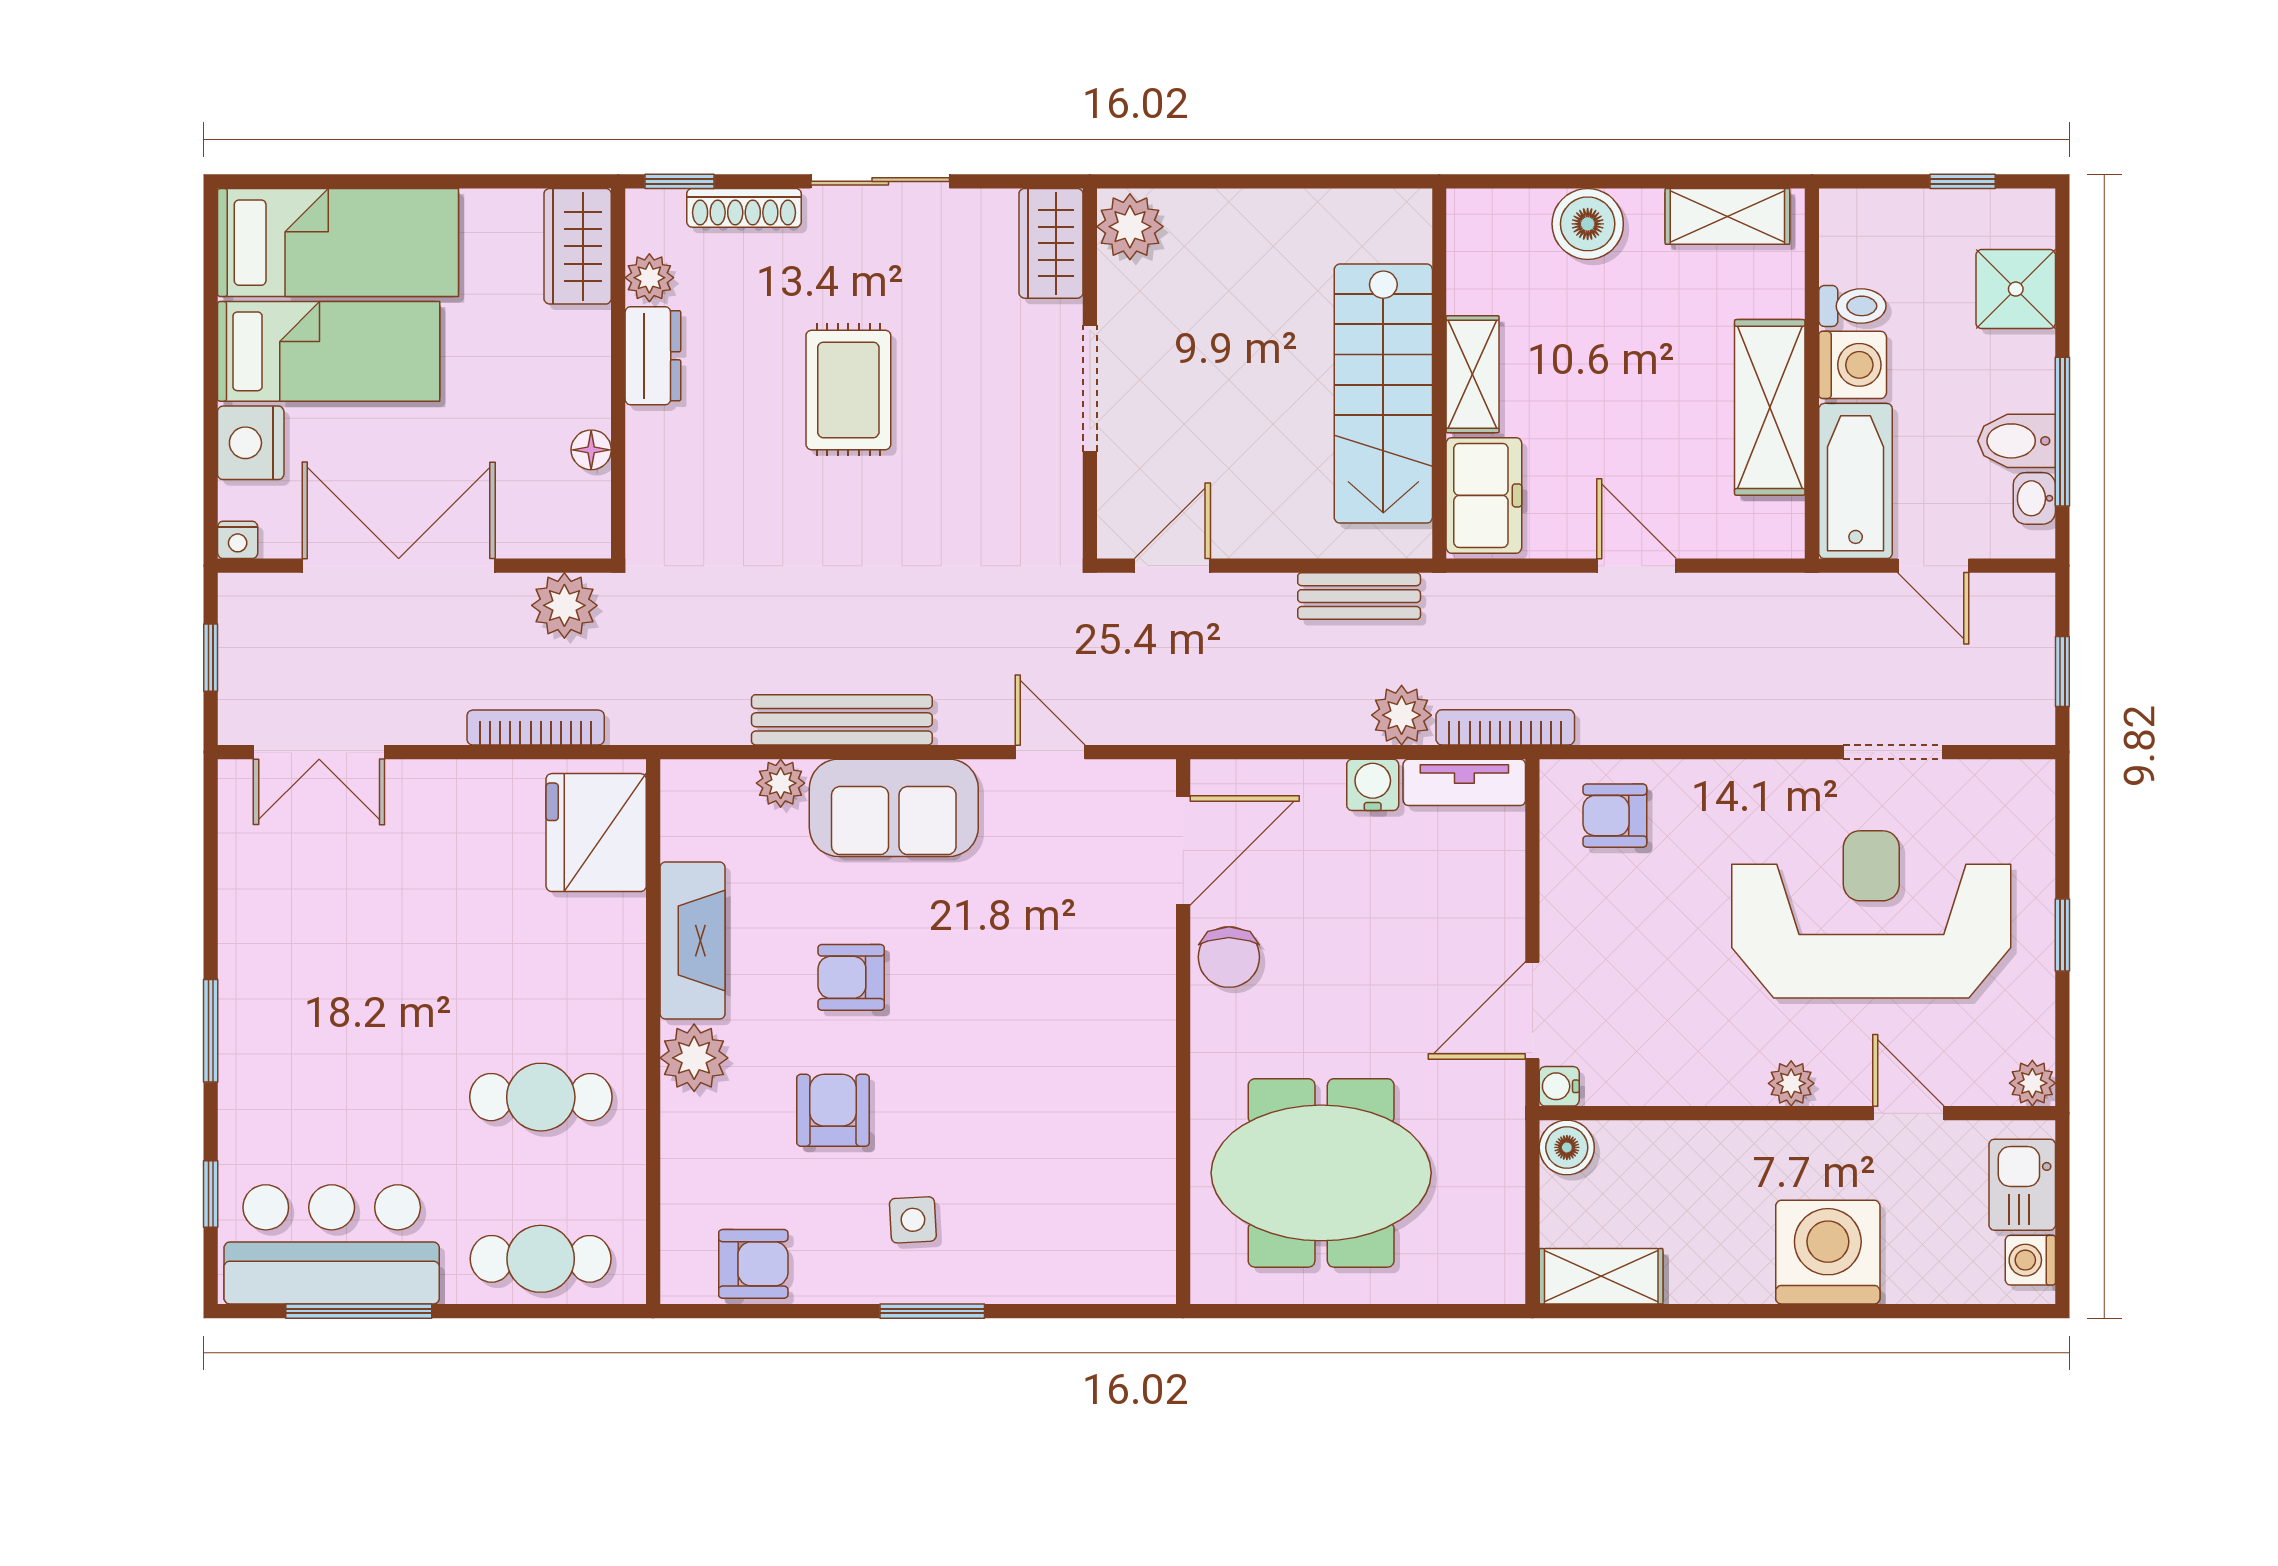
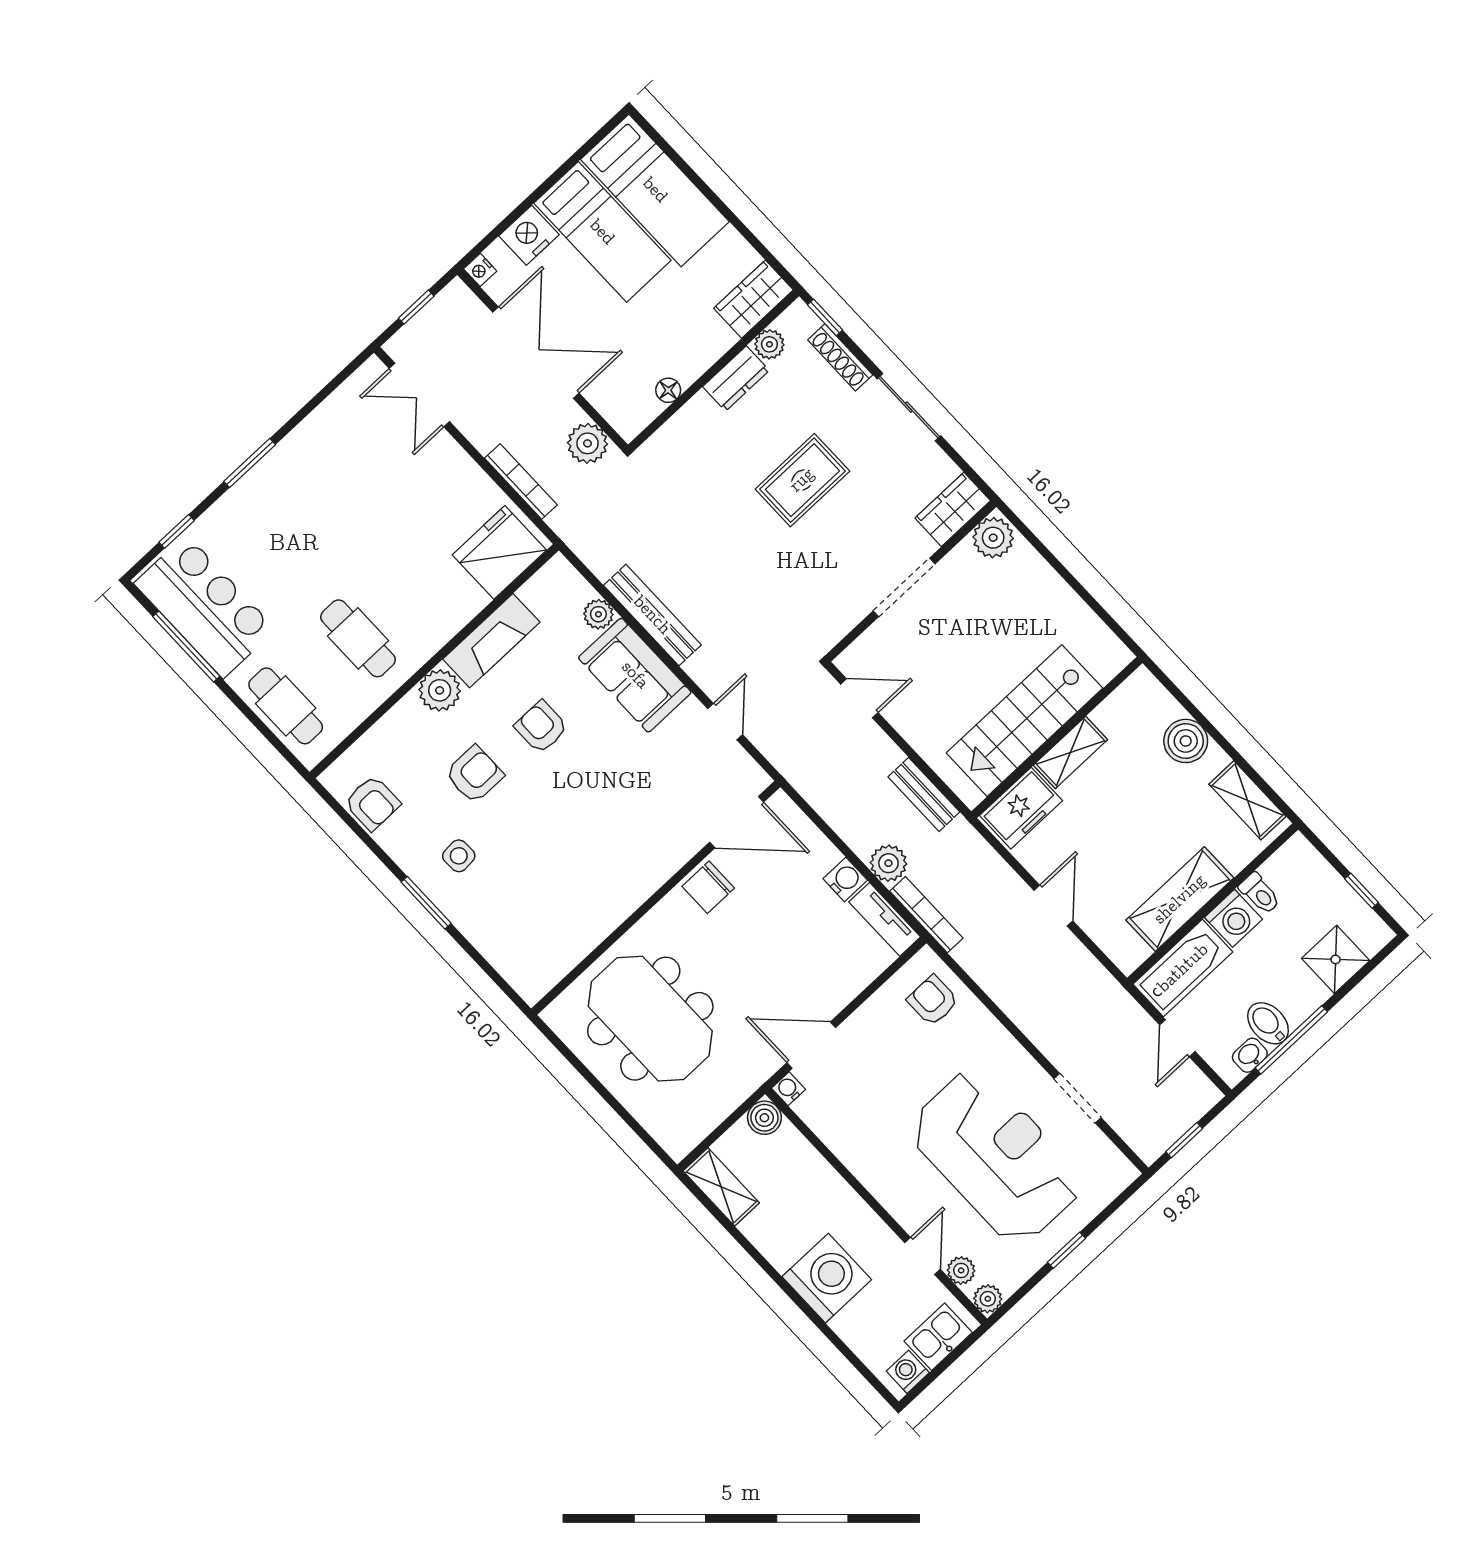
plant: (1791, 1083) -> (961, 1270), moved

